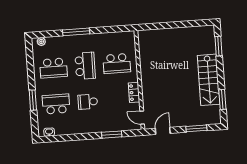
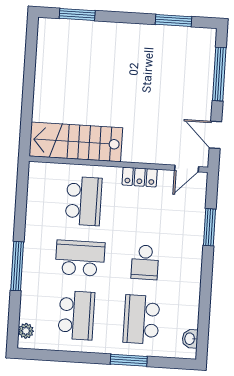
stairs: (209, 80) -> (76, 142), moved, turned 180
window: (196, 128) -> (219, 74), width x1.44

